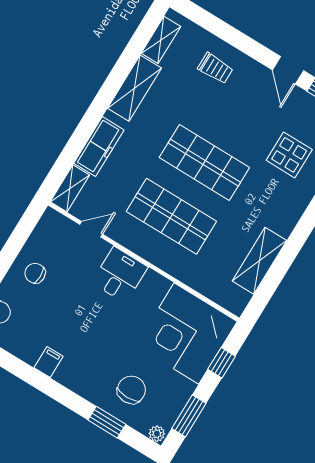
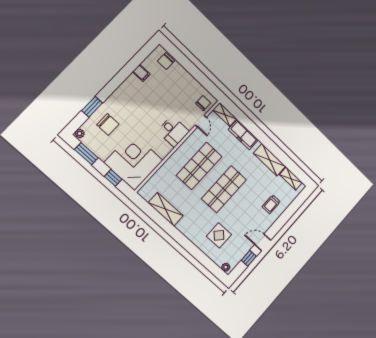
chair: (35, 273) -> (203, 103), moved
filing cabinet: (49, 362) -> (141, 73), moved

